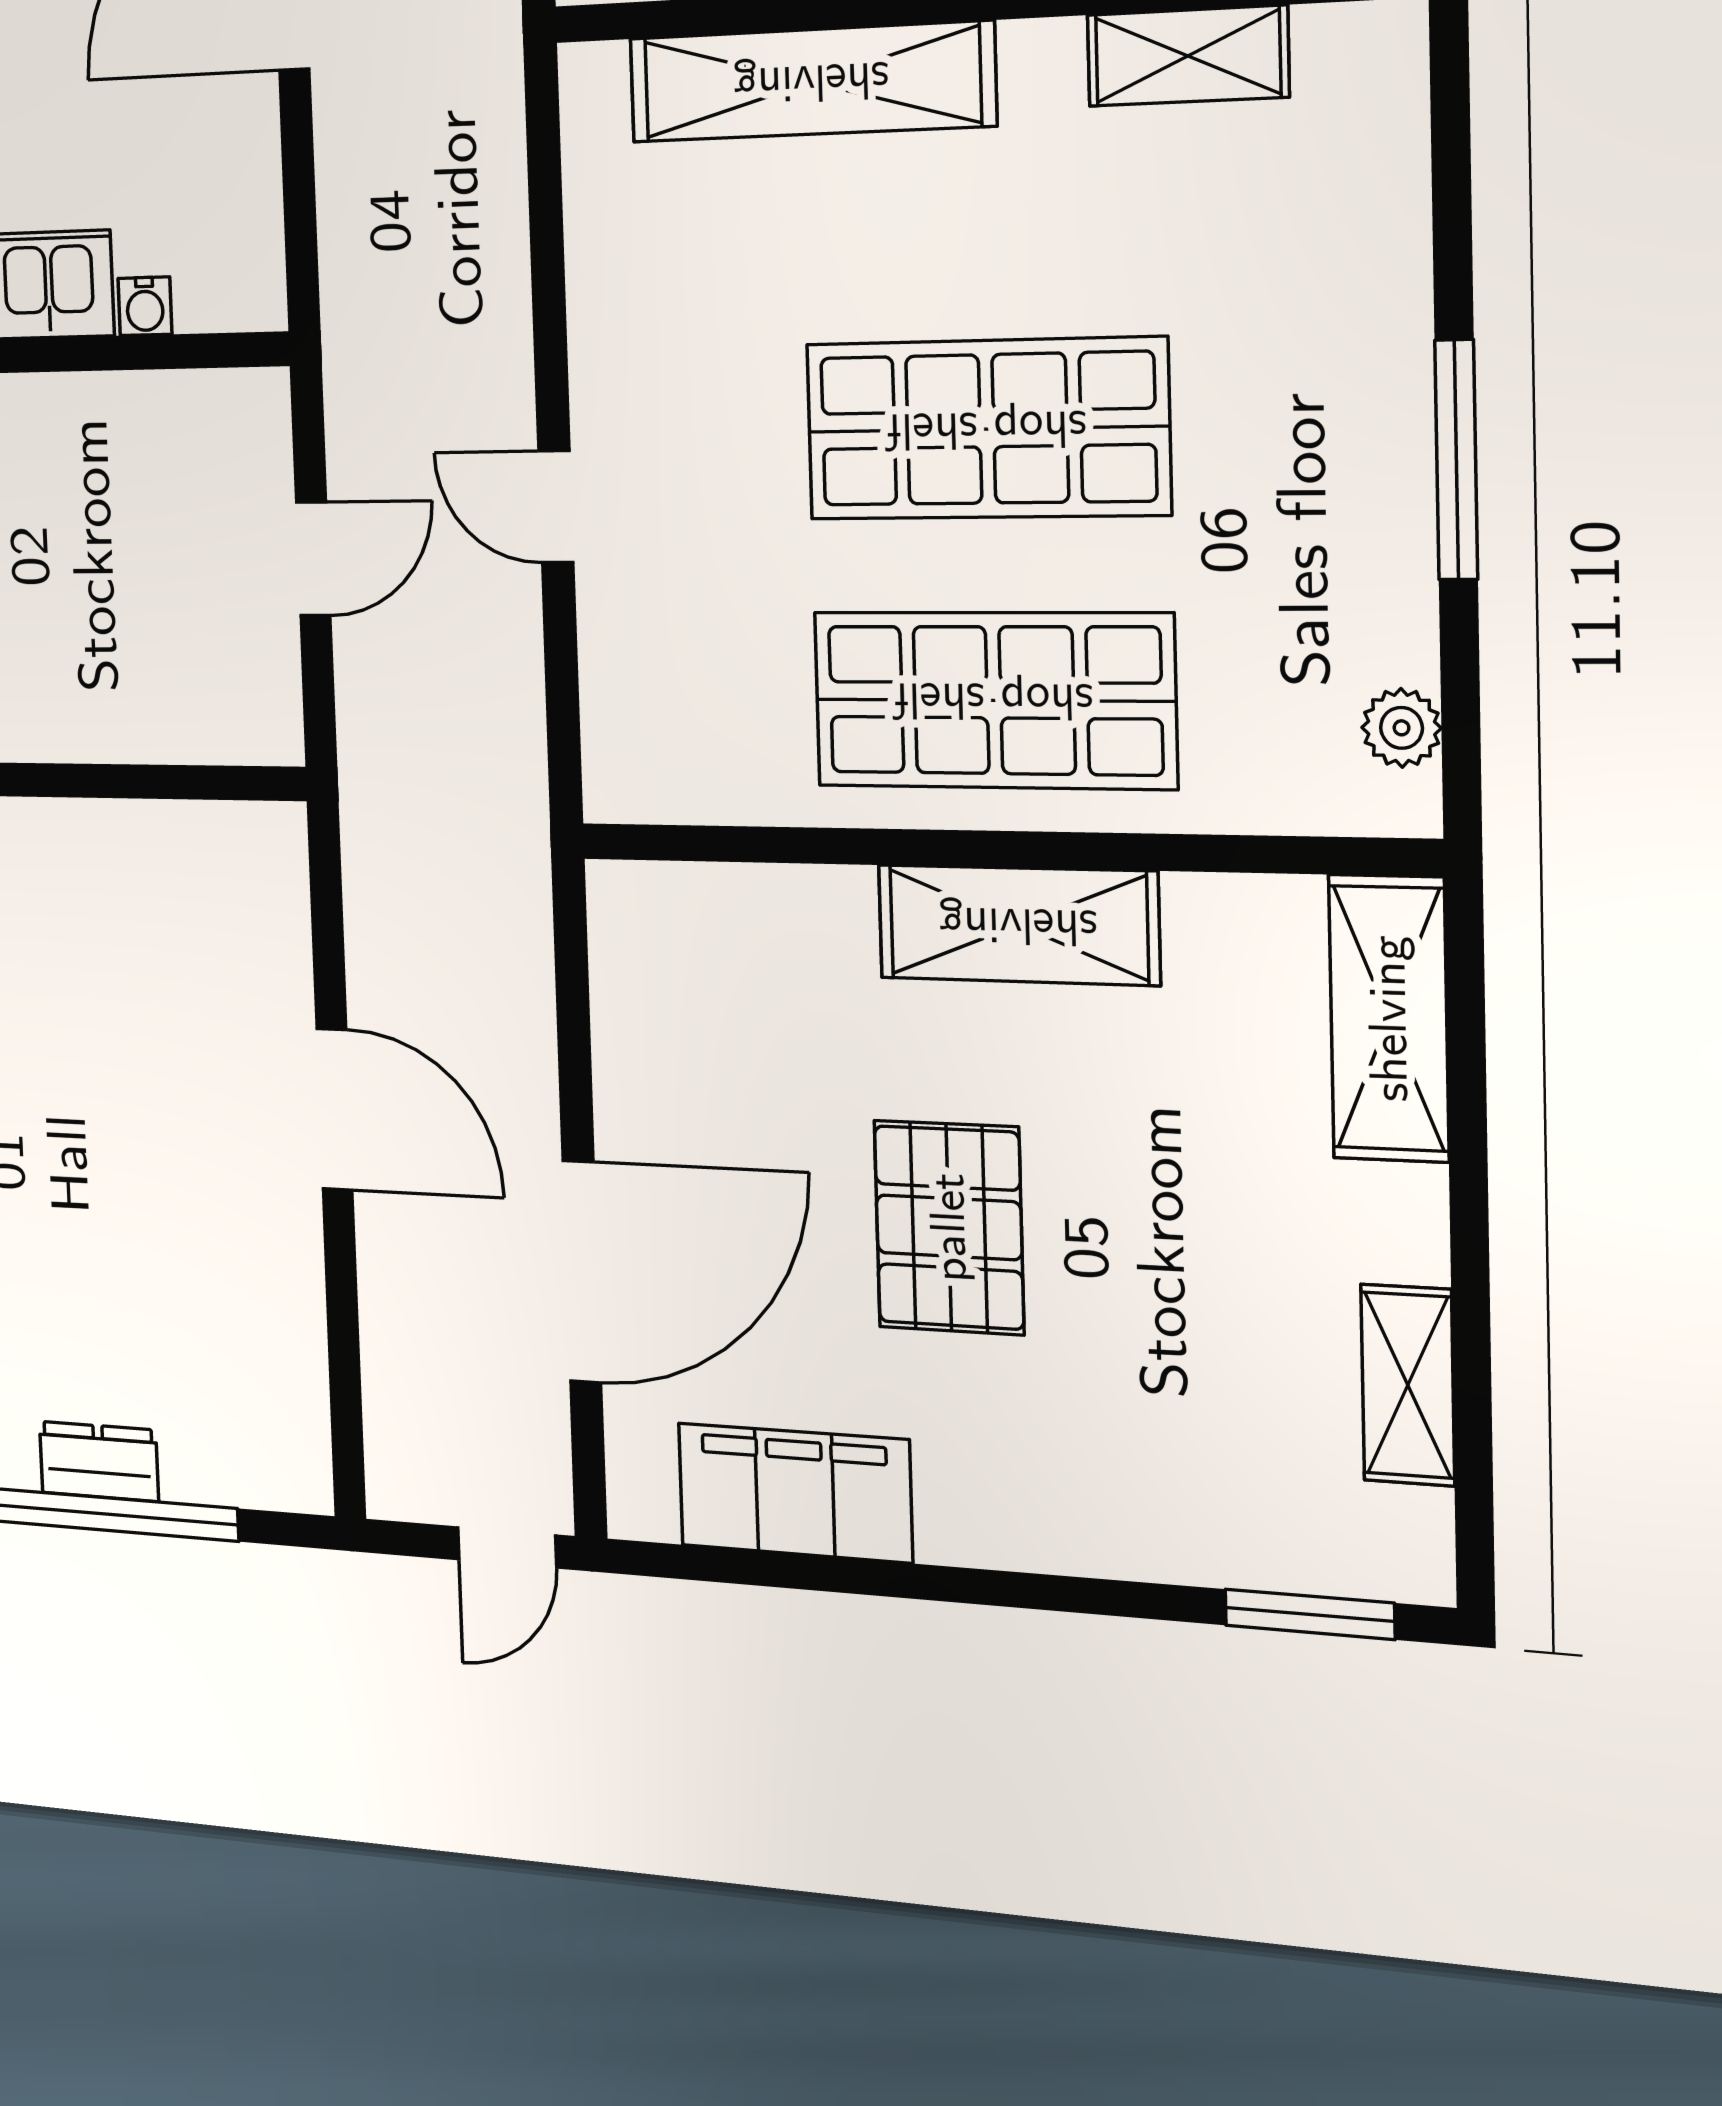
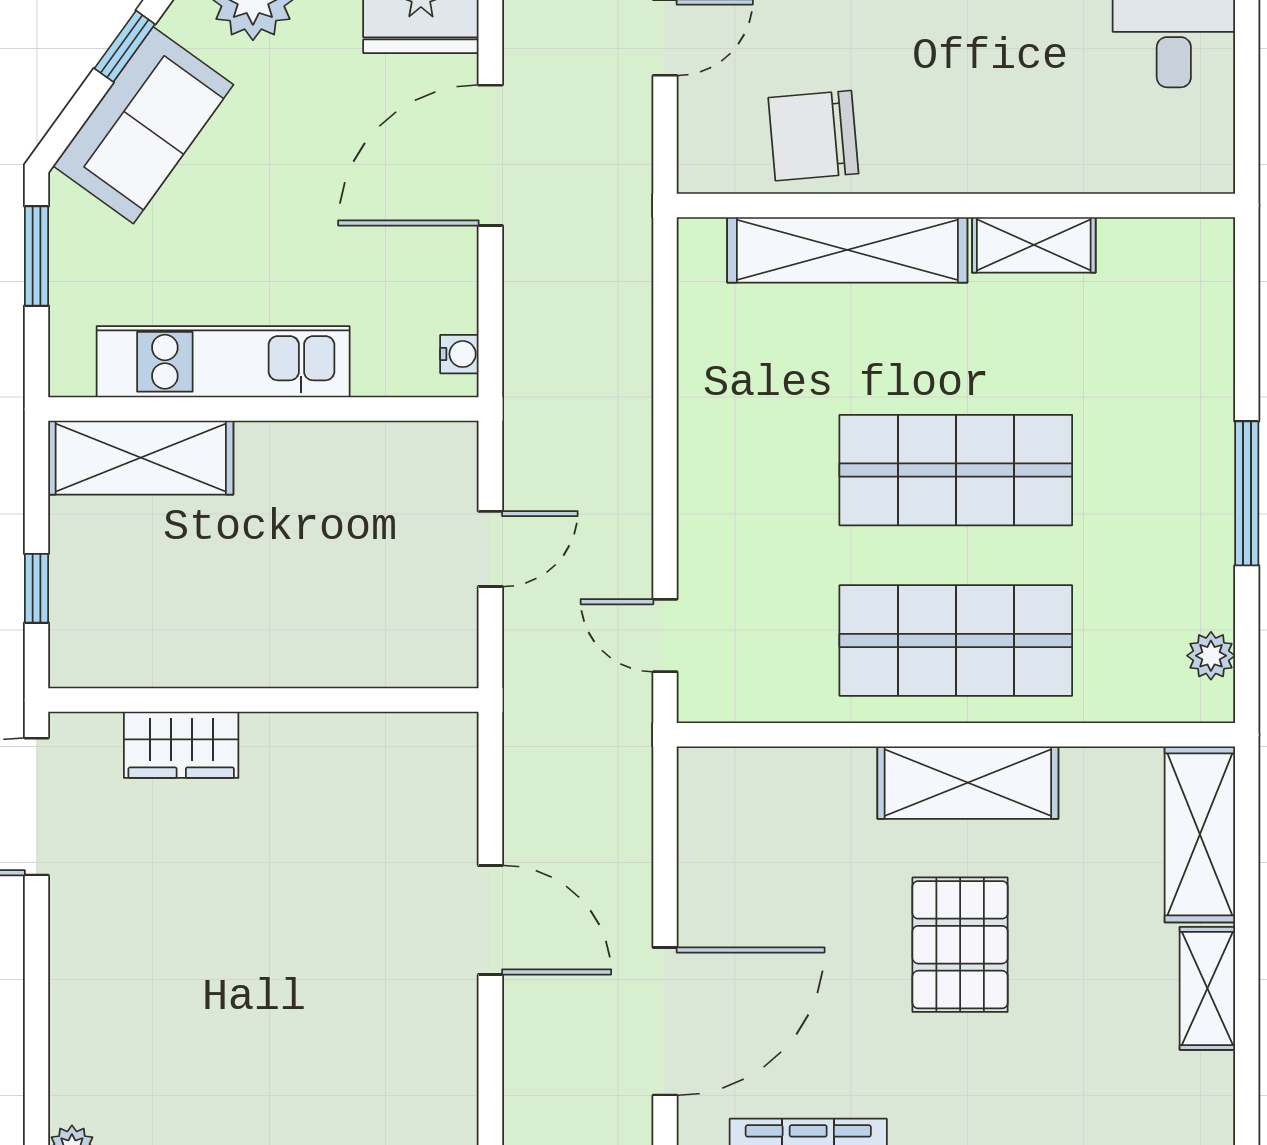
shelving: (1188, 56) -> (1034, 245), moved
water cooler: (145, 306) -> (459, 354), moved, turned -90
door: (556, 507) -> (665, 635), moved
pallet: (949, 1227) -> (960, 945), moved
shelving: (1408, 1385) -> (1207, 988), moved

